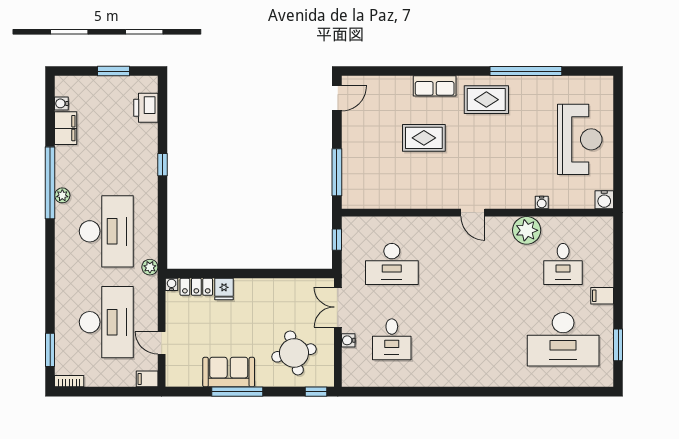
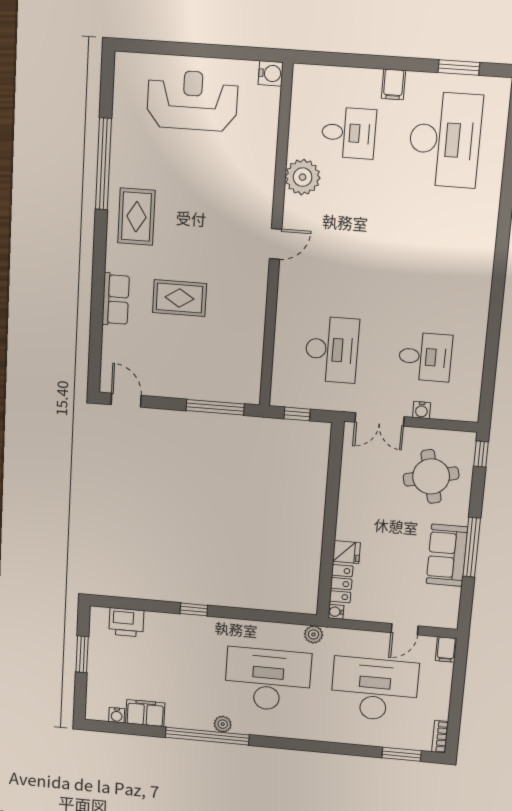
row of seats: (435, 86) -> (116, 299), moved
rug: (424, 138) -> (179, 298), turned 90
water cooler: (542, 202) -> (269, 155), removed

